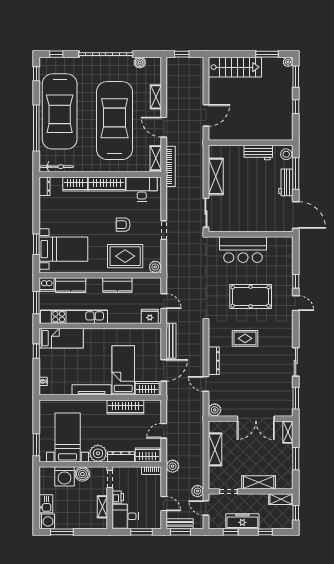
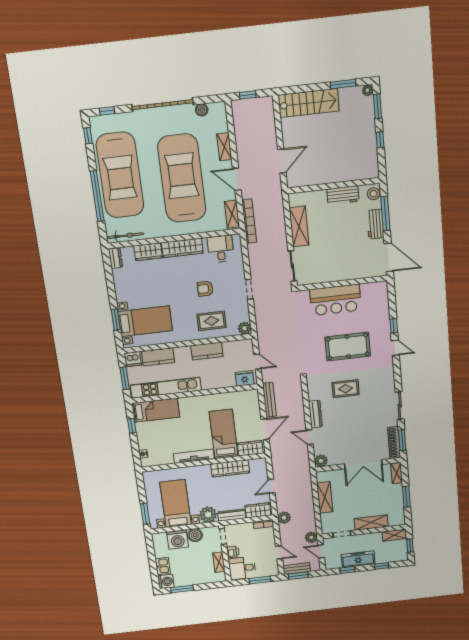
desk: (142, 189) -> (221, 249), width x0.73
rug: (125, 256) -> (211, 321), width x0.73, depth x0.70
shoe rack: (288, 400) -> (394, 443), added

